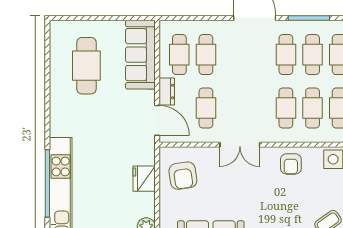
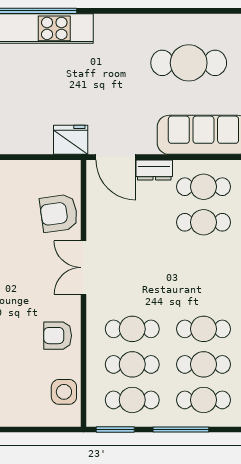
cafe table: (206, 108) -> (132, 222), removed
door: (157, 120) -> (116, 157), hinge flipped
armchair: (183, 176) -> (59, 213), moved
fridge: (144, 179) -> (71, 140), moved

